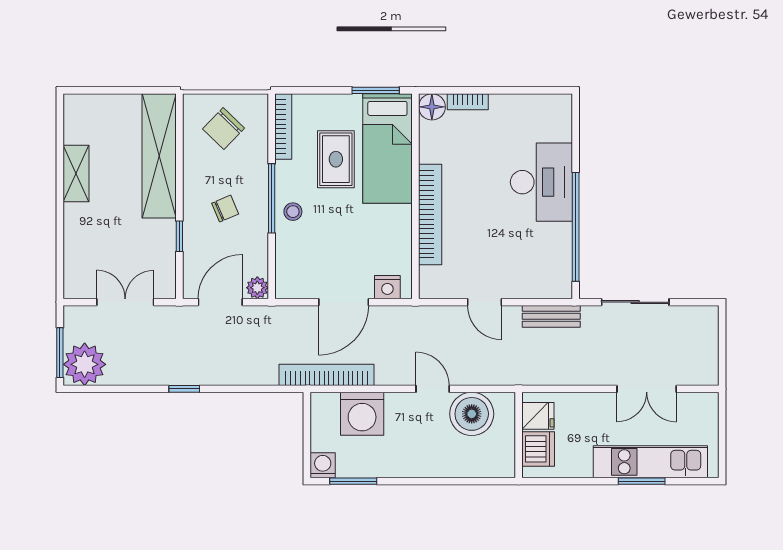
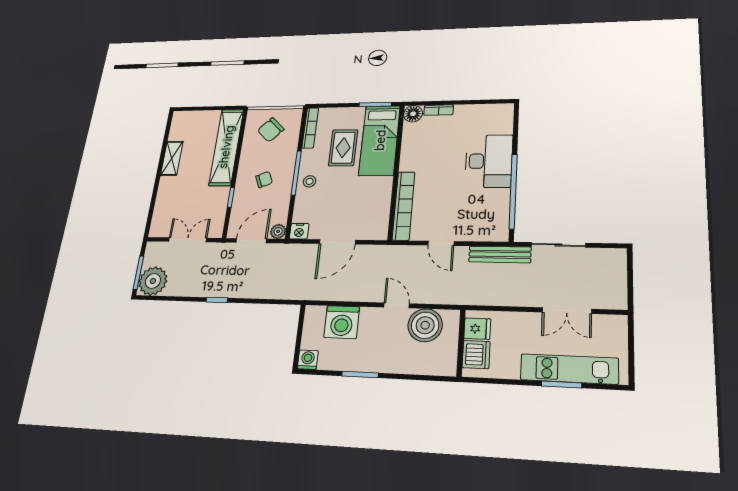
bookcase: (430, 214) -> (404, 206), moved
nightstand: (387, 287) -> (299, 231), moved
bench: (551, 316) -> (500, 254), width x1.36
bookcase: (327, 375) -> (319, 293), removed
window: (353, 481) -> (360, 374), moved

